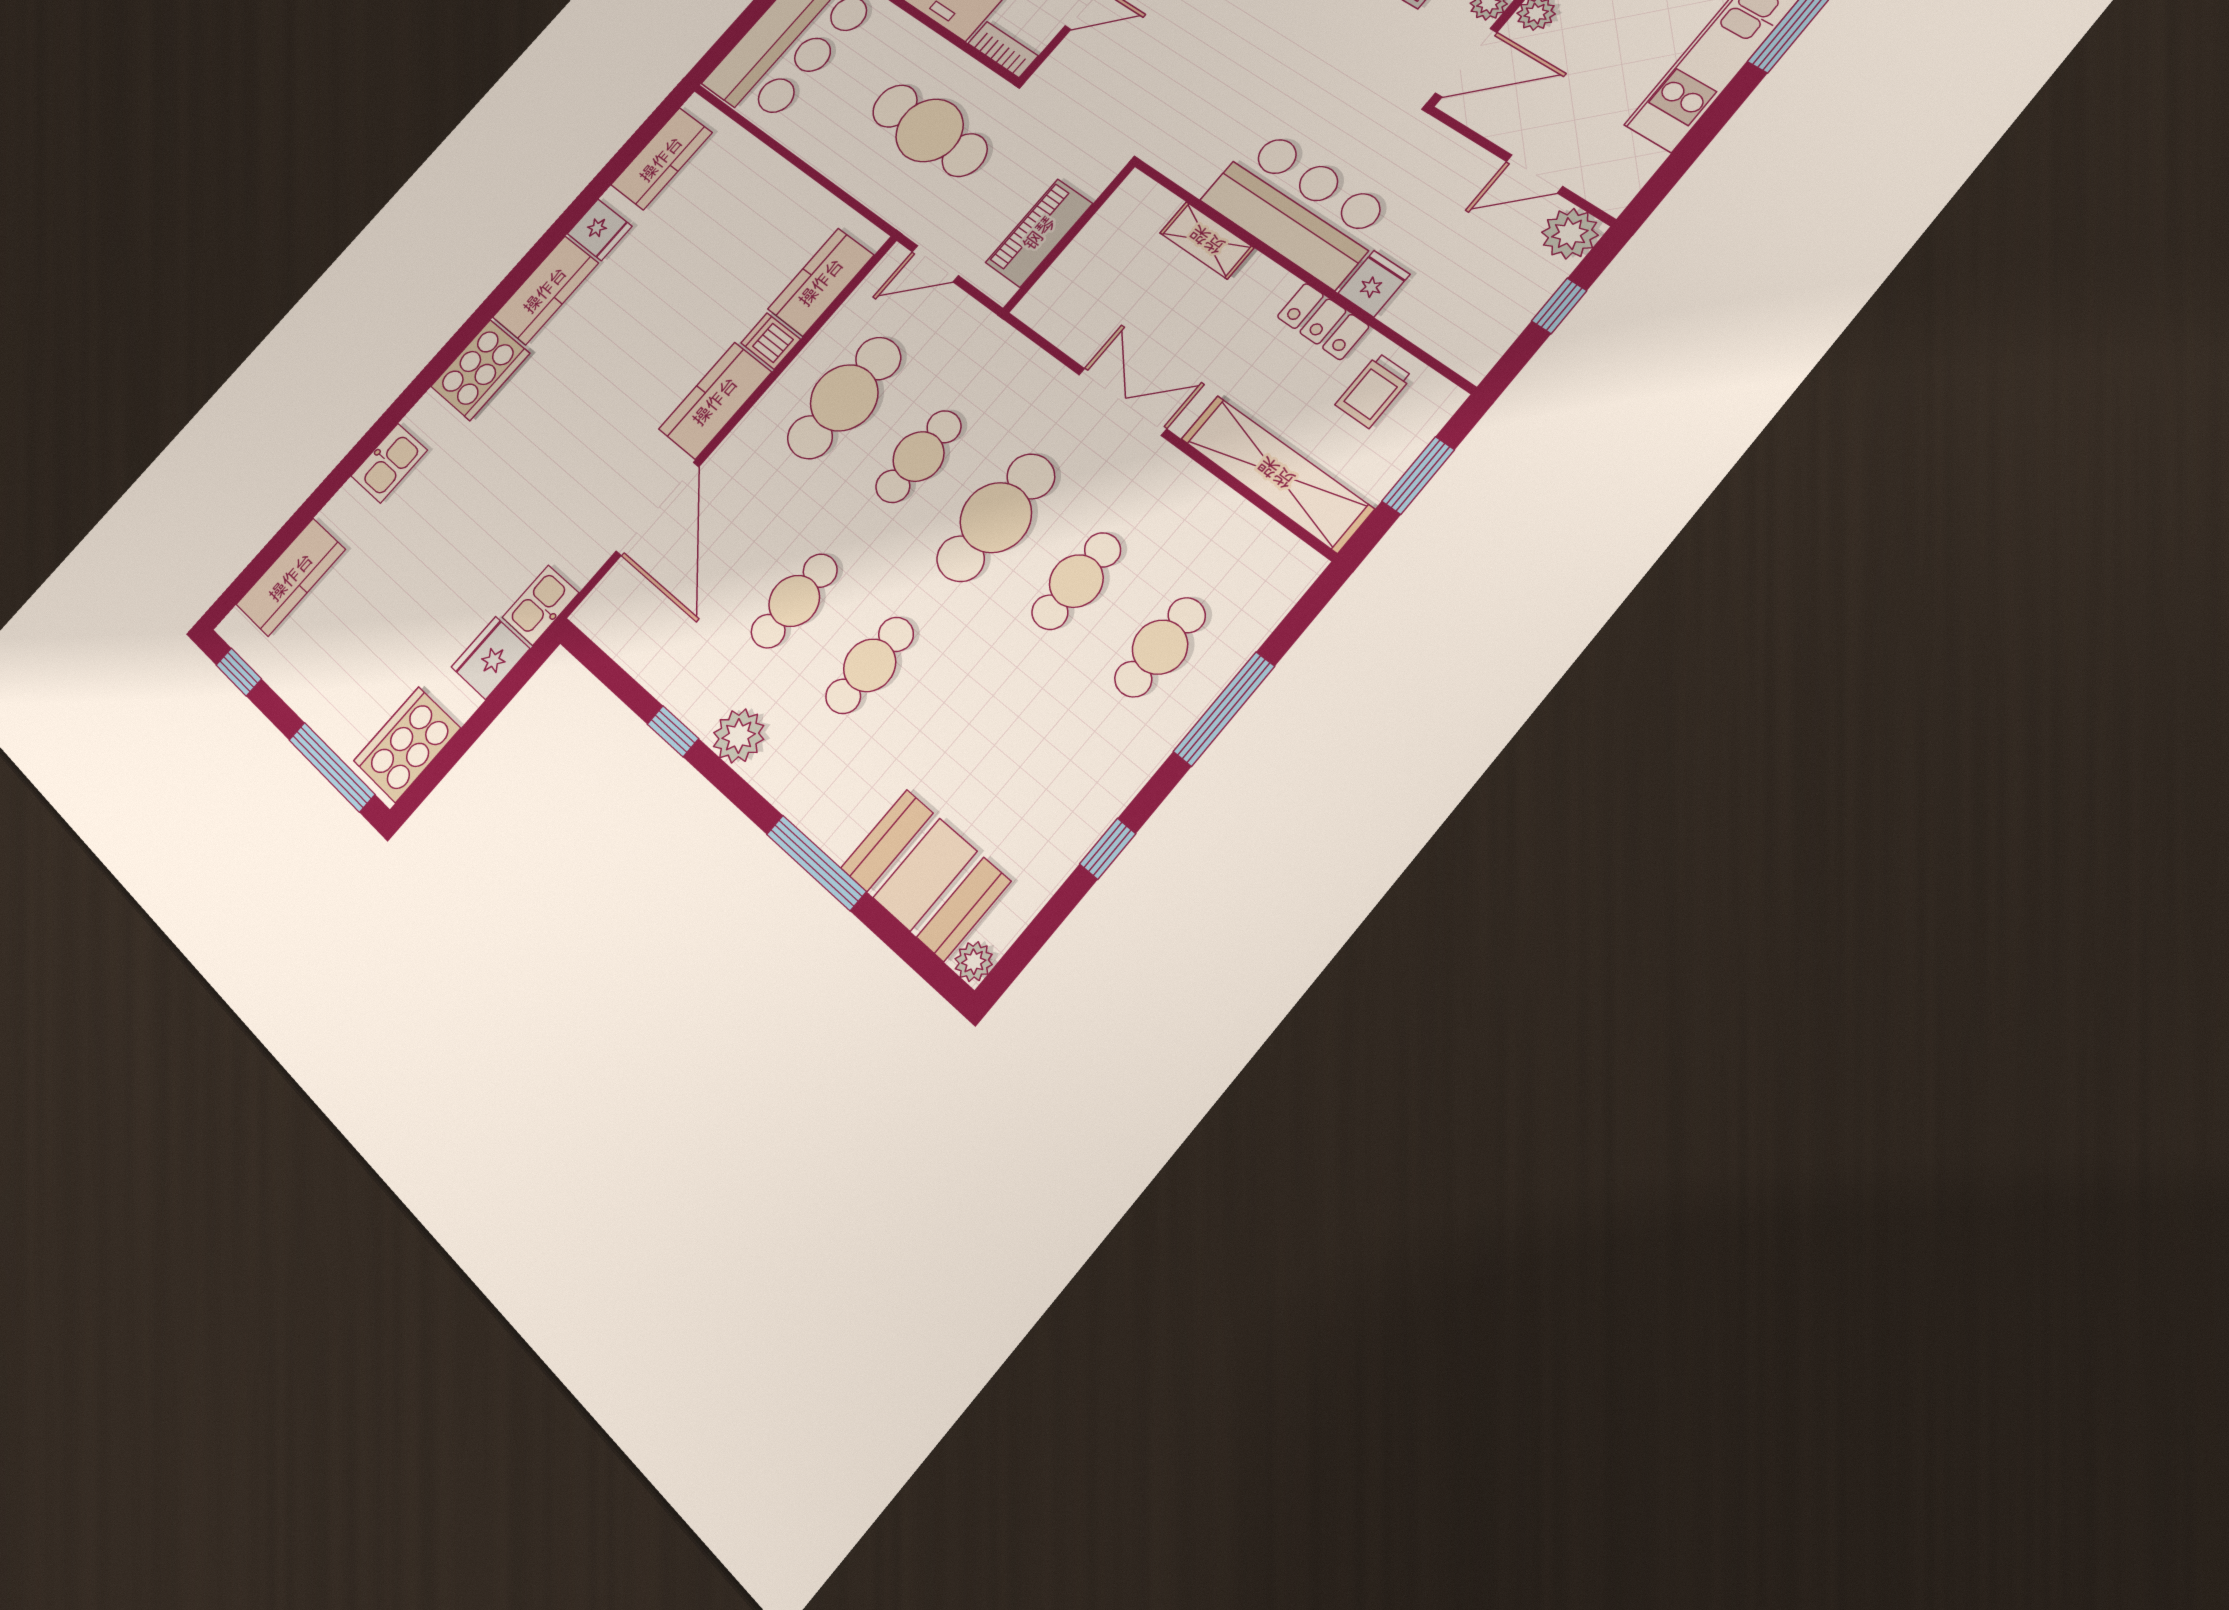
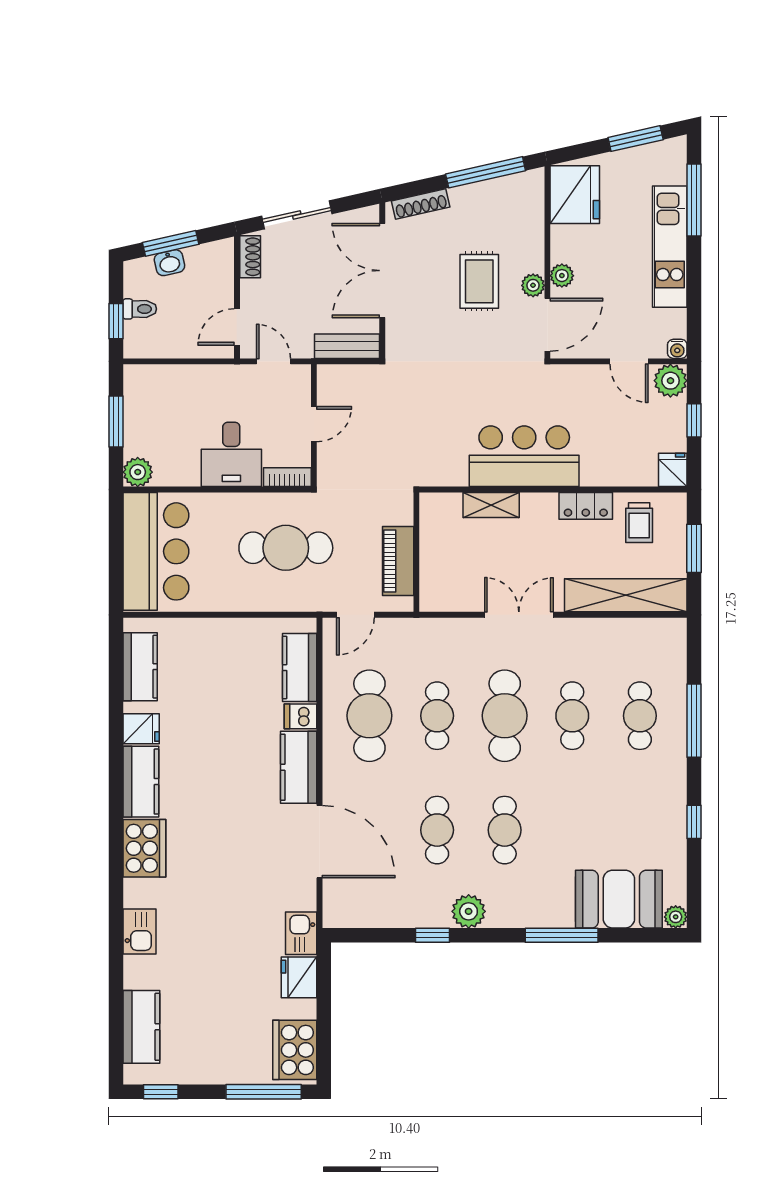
door: (1534, 174) -> (629, 361), hinge flipped
water cooler: (1613, 198) -> (677, 349), added
fridge: (1374, 284) -> (673, 470), moved

